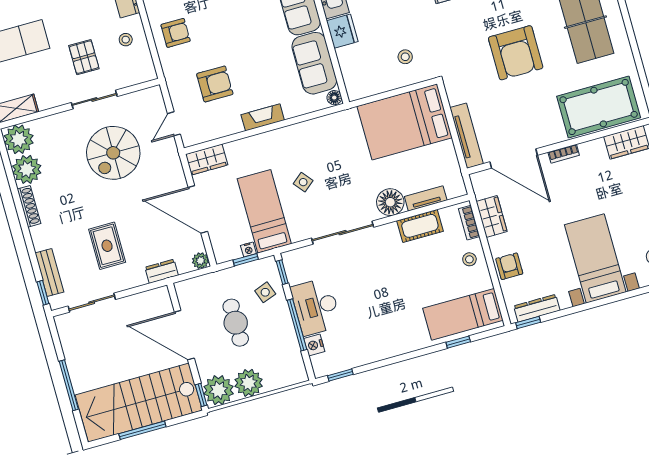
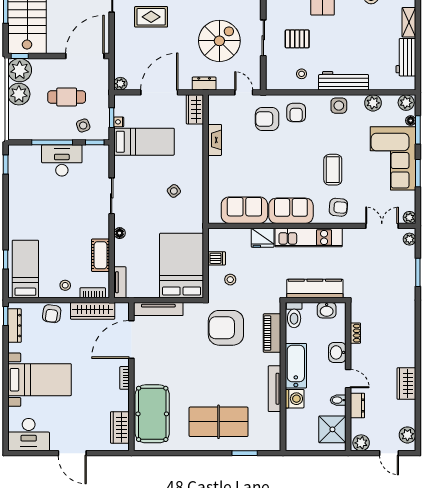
armchair: (516, 53) -> (226, 328), moved
dishwasher: (384, 81) -> (217, 258), added
armchair: (215, 84) -> (267, 119), moved, turned 90
floor lamp: (334, 98) -> (215, 218), removed
fireplace: (263, 117) -> (215, 140), moved
door: (174, 124) -> (244, 92), moved
spiral stairs: (113, 153) -> (219, 41), turned 90
side table: (303, 182) -> (174, 191), moved
tv unit: (426, 198) -> (120, 282), moved
floor lamp: (390, 202) -> (120, 233), width x0.53, depth x0.53
wardrobe: (492, 216) -> (93, 311), width x1.50
sliding door: (343, 233) -> (112, 196), width x0.73
armchair: (509, 266) -> (52, 314), turned 98
dresser: (162, 271) -> (204, 83), moved, turned -90
door: (184, 335) -> (85, 56), moved
nightstand: (314, 345) -> (33, 151), removed

